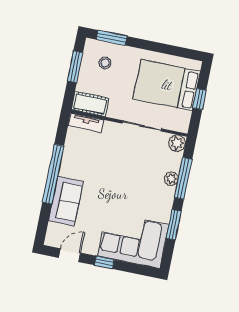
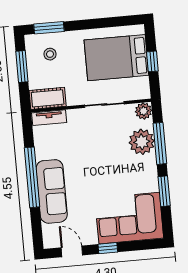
plant: (171, 179) -> (142, 142), width x1.88, depth x1.88
sofa: (66, 201) -> (52, 191), width x1.36
door: (69, 255) -> (72, 251), hinge flipped

